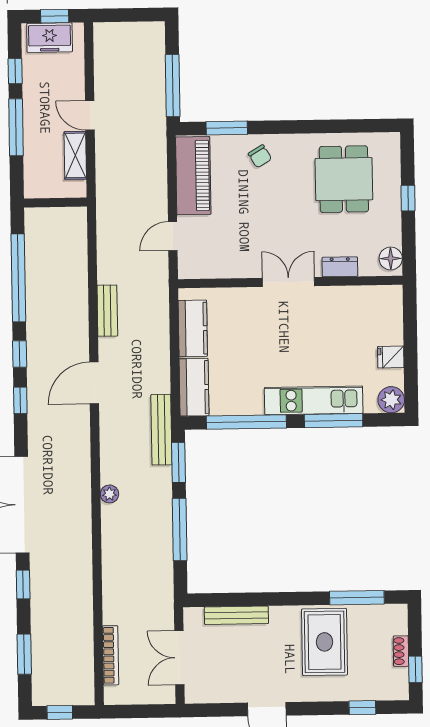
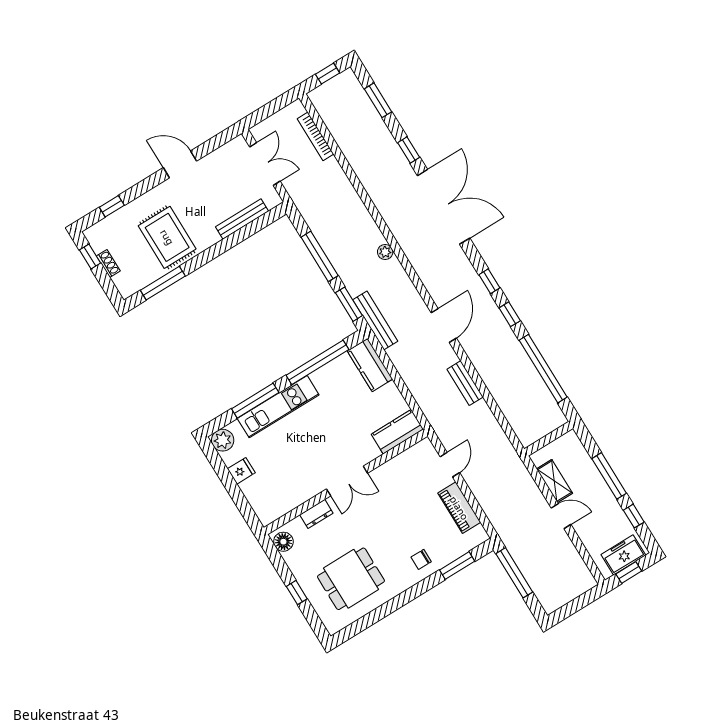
chair: (260, 156) -> (421, 559), turned -59
piano: (193, 176) -> (459, 508), width x0.73, depth x0.75
dining table: (344, 179) -> (351, 579), turned 90
kitchen counter: (193, 328) -> (397, 432), moved, turned 90

